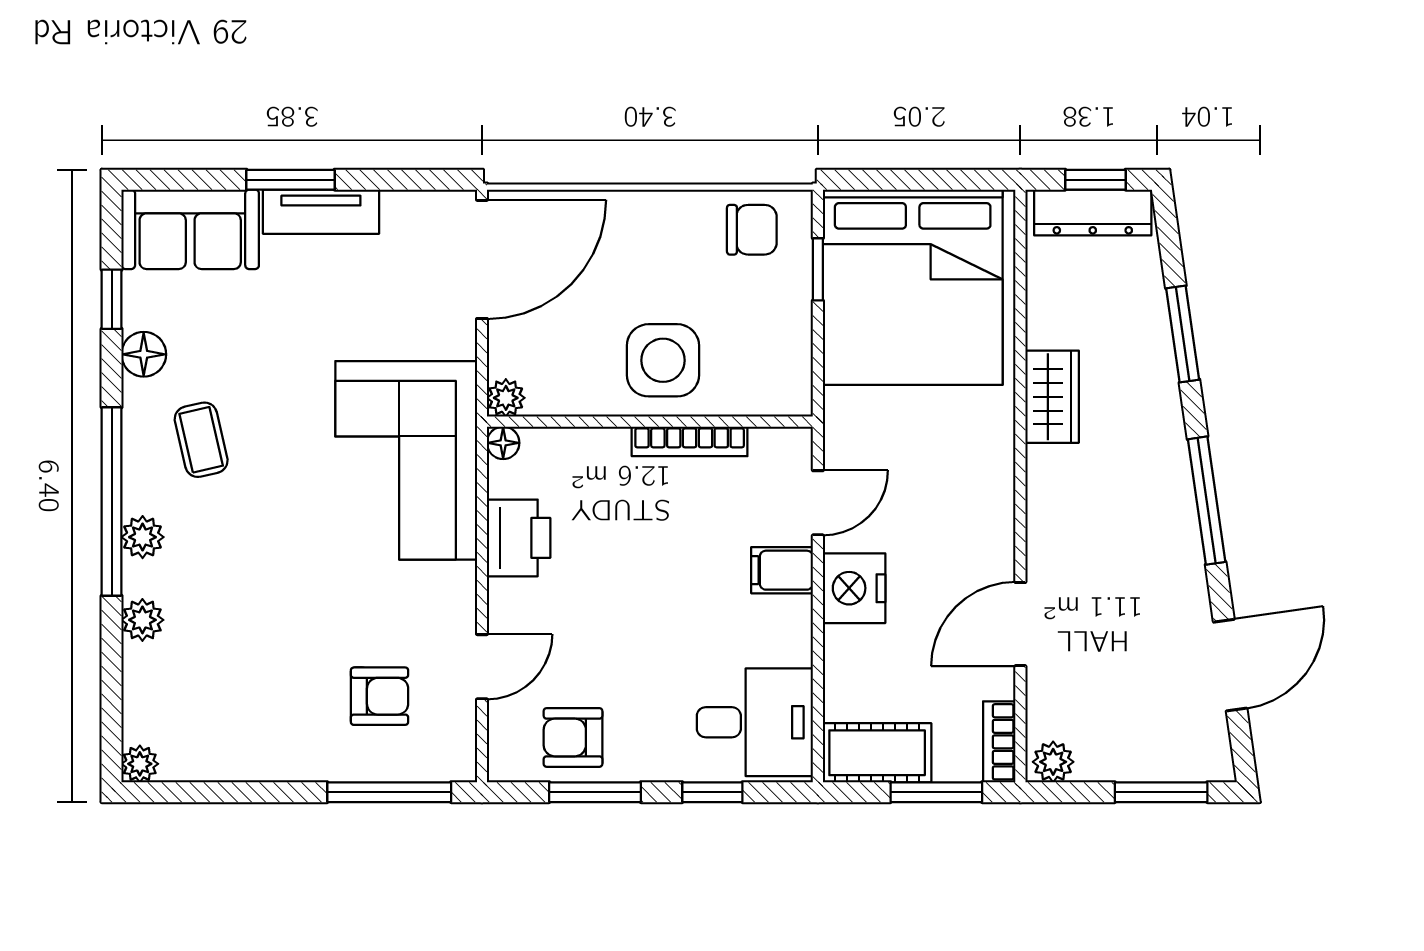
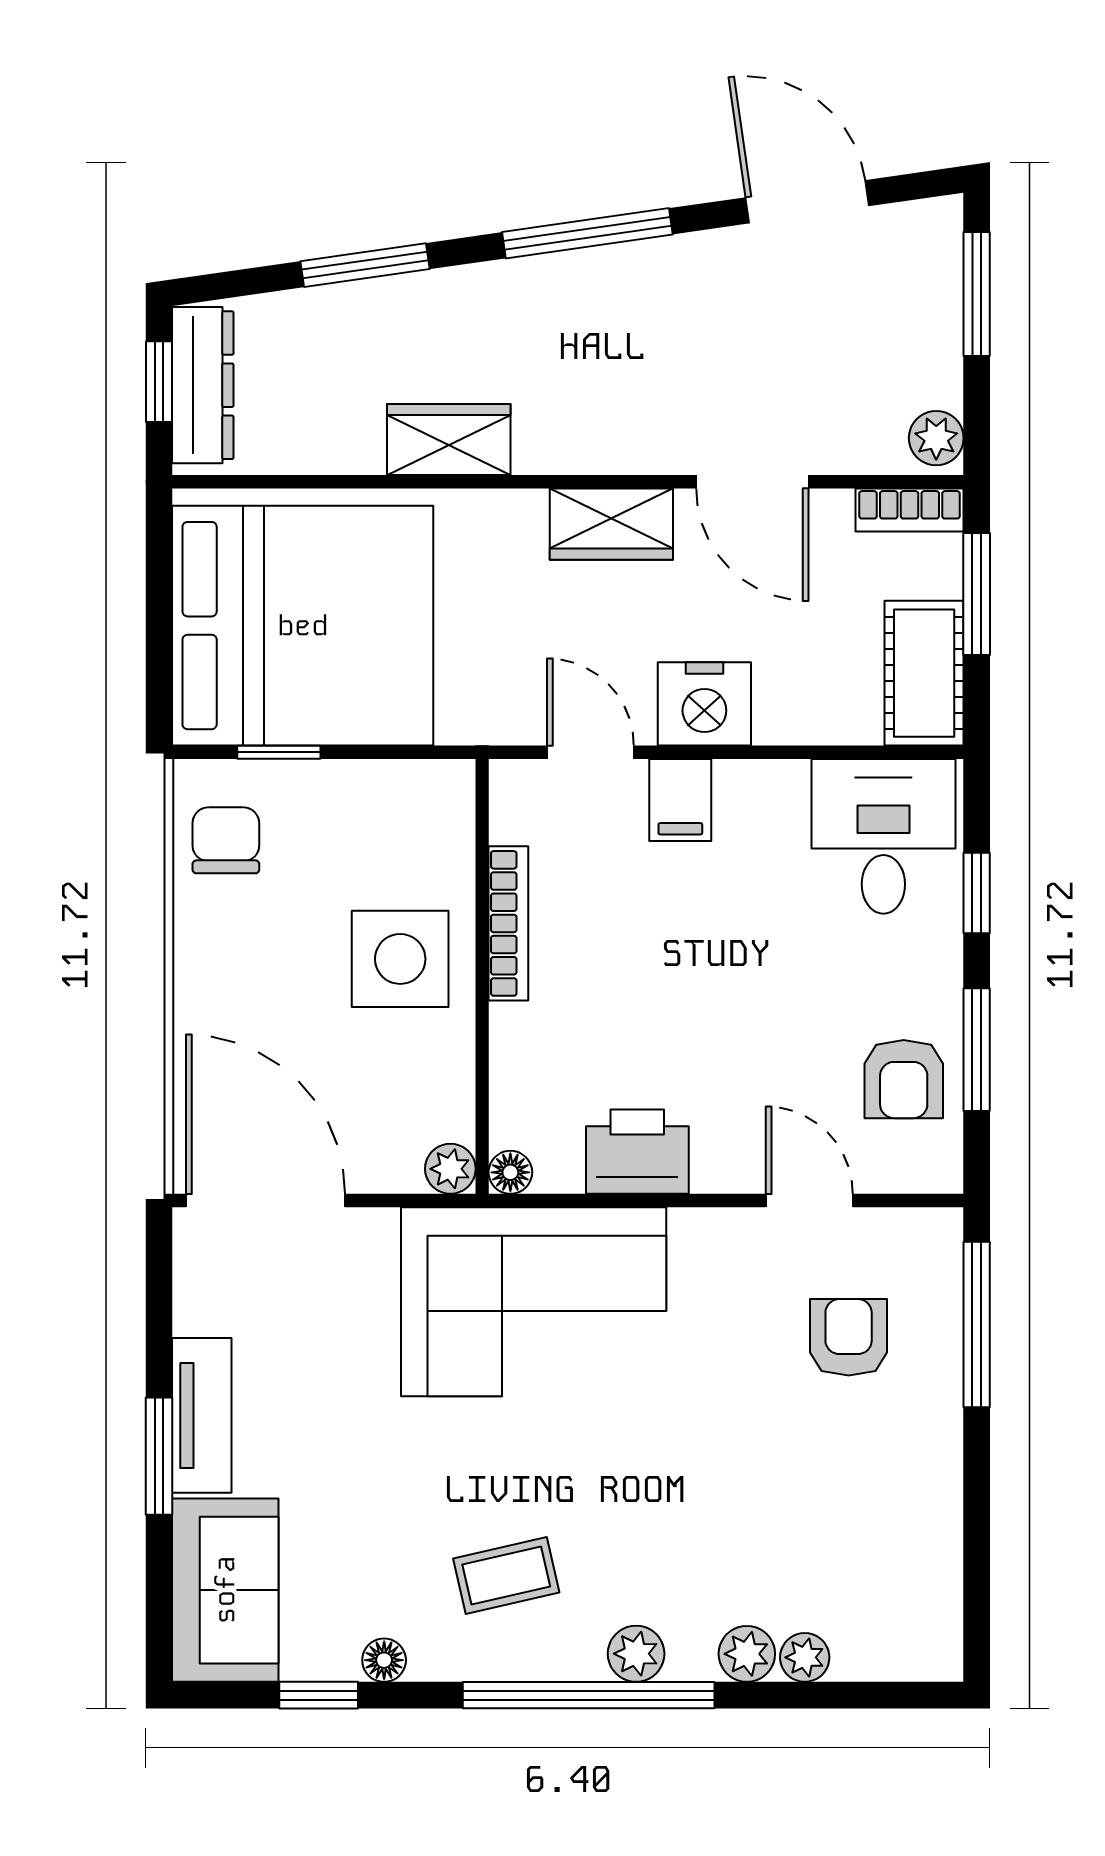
floor lamp: (144, 354) -> (384, 1660), width x0.73, depth x0.73
wardrobe: (989, 519) -> (611, 524), added
plant: (140, 764) -> (805, 1657), moved

